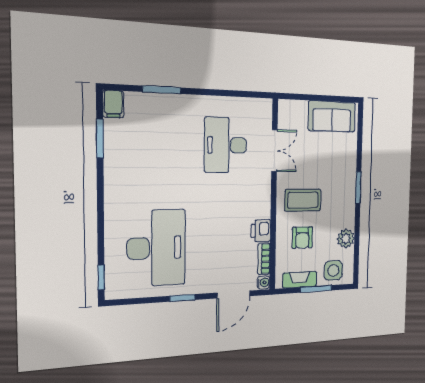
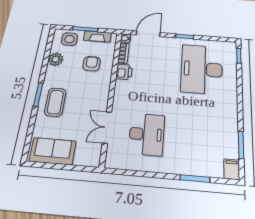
coffee table: (303, 200) -> (55, 102), moved, turned 90

